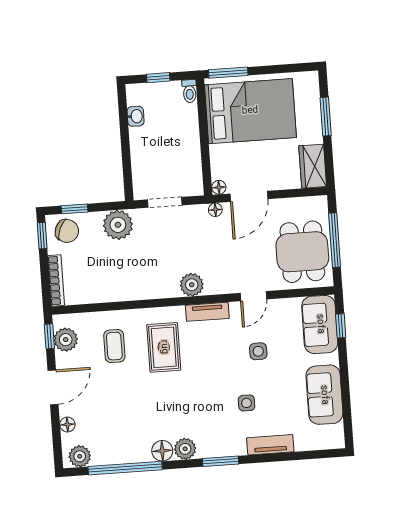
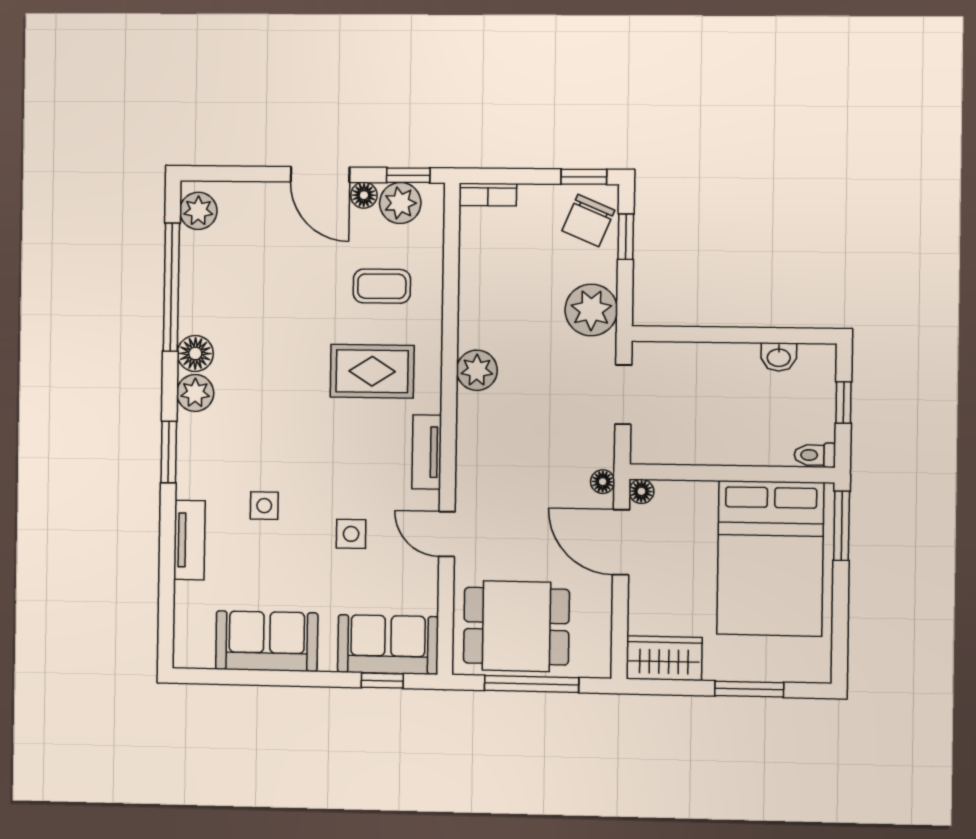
bookcase: (56, 280) -> (488, 195), width x0.64
plant: (192, 285) -> (477, 370), moved
floor lamp: (67, 425) -> (364, 195), moved

